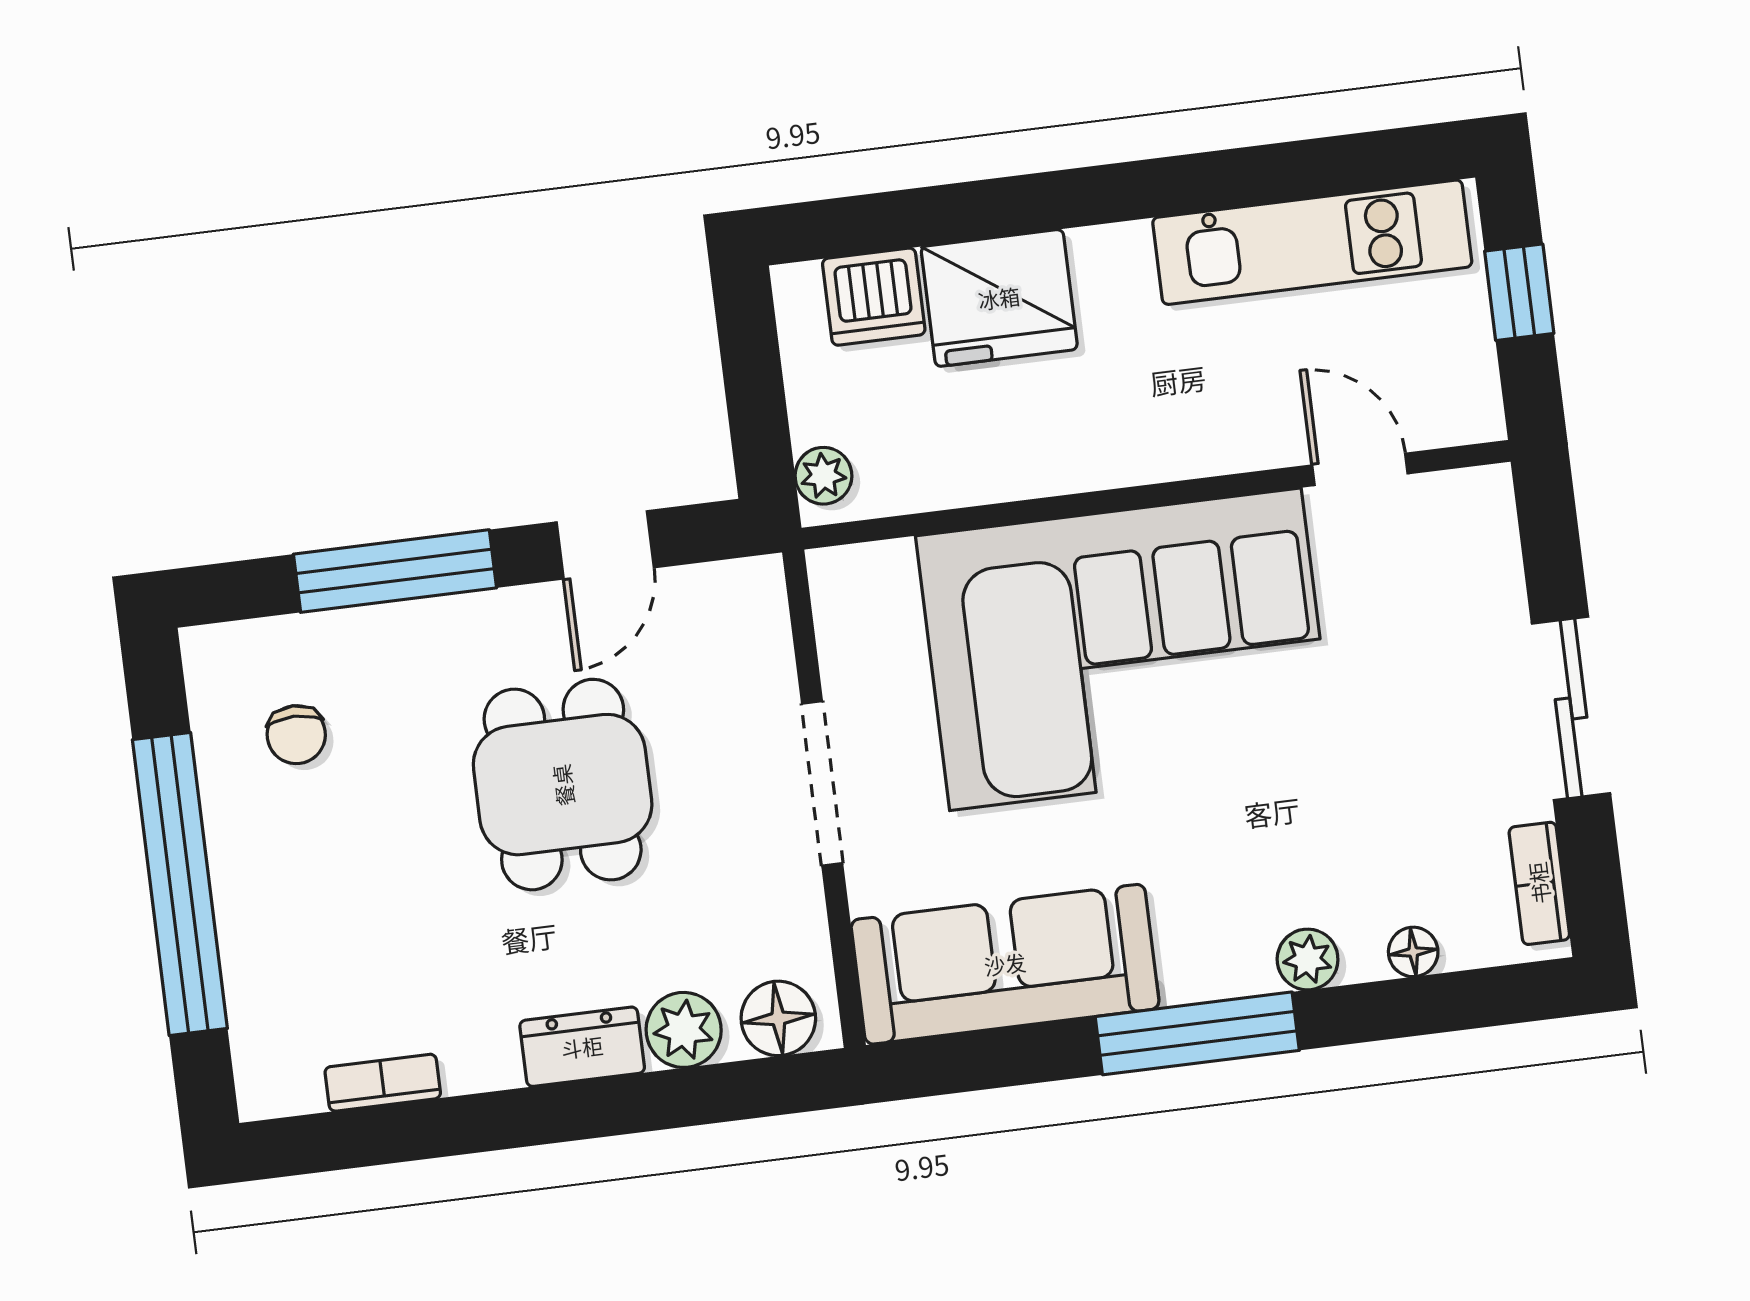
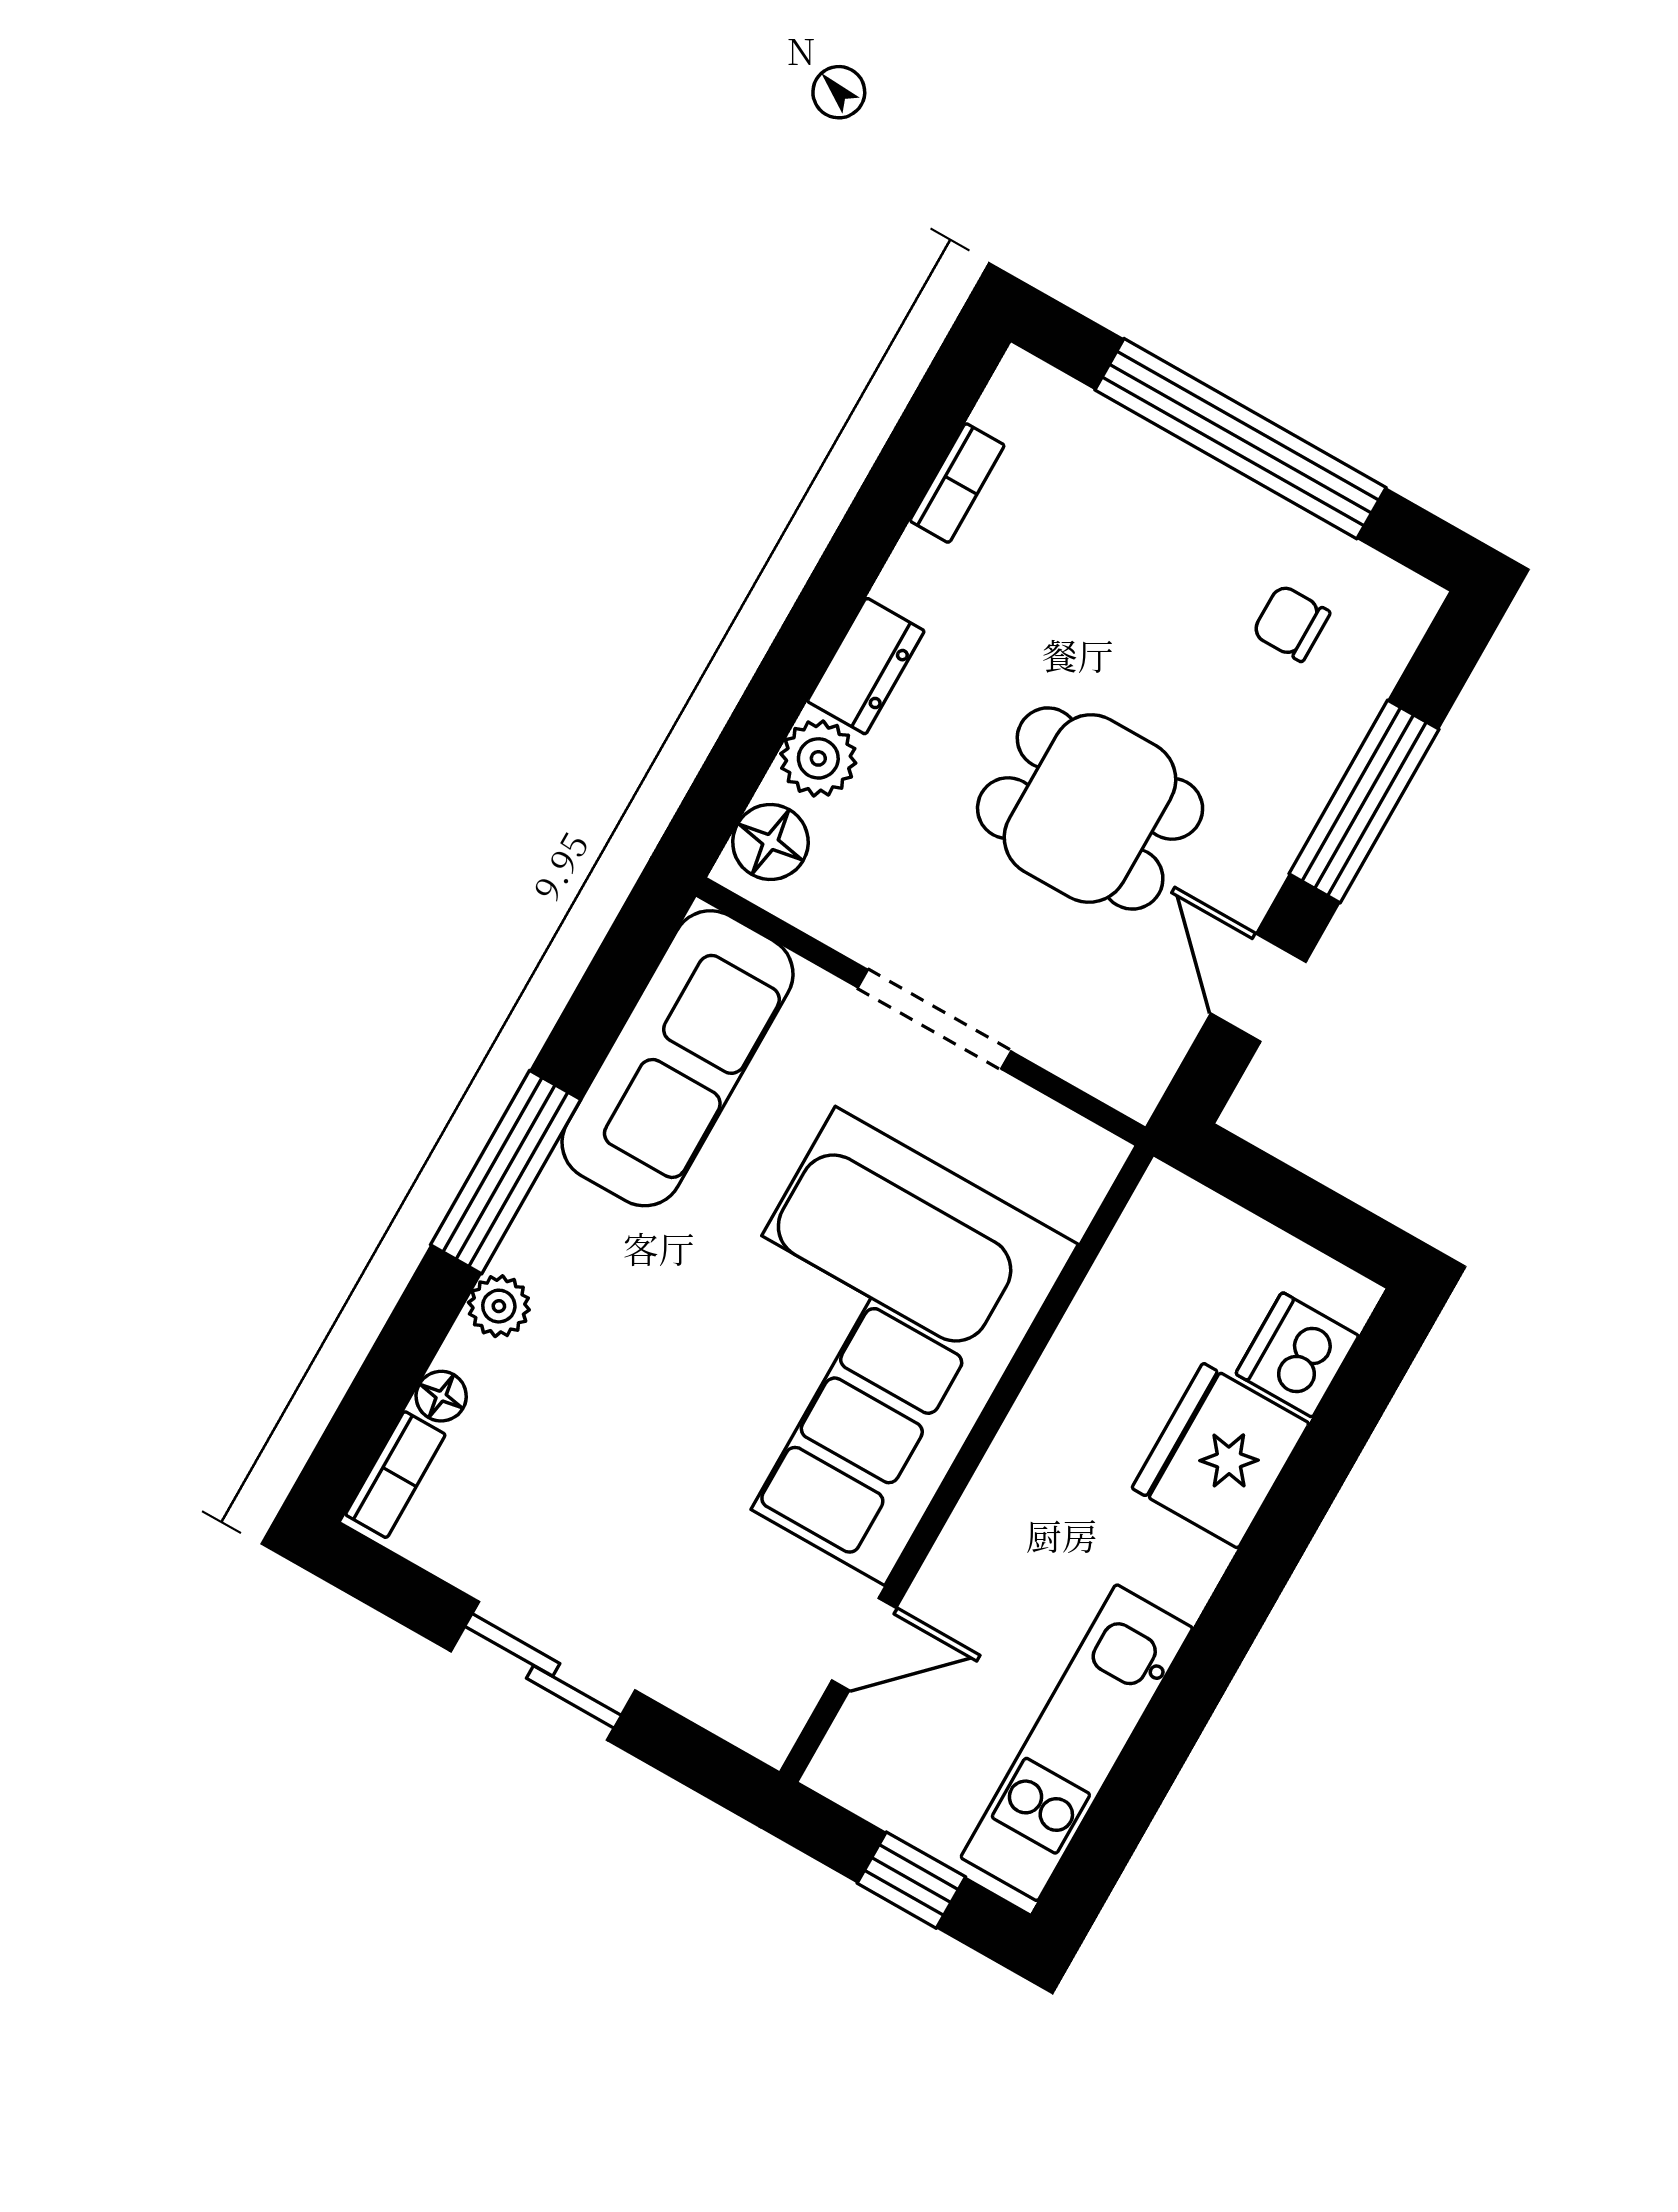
plant: (823, 476) -> (1183, 1206), removed
bookcase: (1539, 883) -> (395, 1475), moved, turned 90

